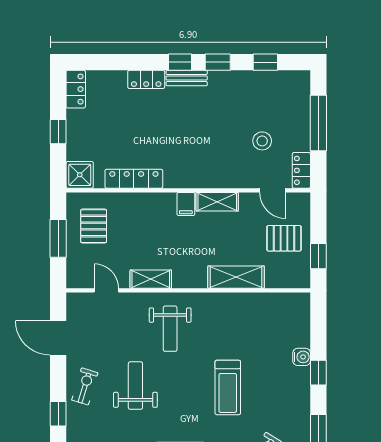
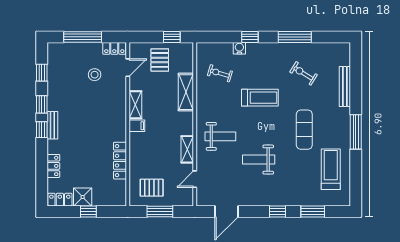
locker: (146, 79) -> (53, 166), moved
shower: (80, 175) -> (83, 197), moved
exercise bike: (85, 386) -> (220, 73), moved

